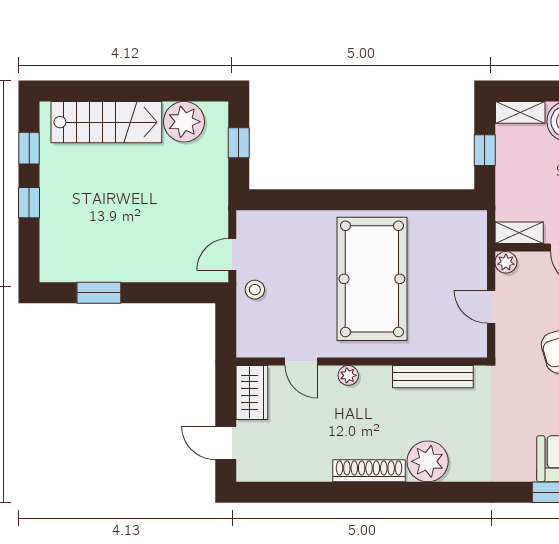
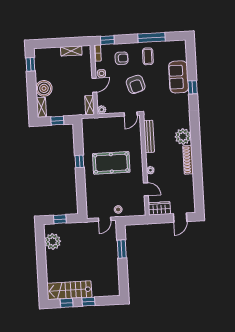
stairs: (106, 122) -> (69, 290), moved, turned -90
window: (380, 200) -> (79, 161), added
door: (232, 254) -> (105, 219), hinge flipped
pool table: (372, 279) -> (111, 163), width x0.73, depth x0.76
window: (99, 293) -> (122, 249), moved
door: (491, 307) -> (131, 114), moved
door: (301, 361) -> (146, 189), hinge flipped

